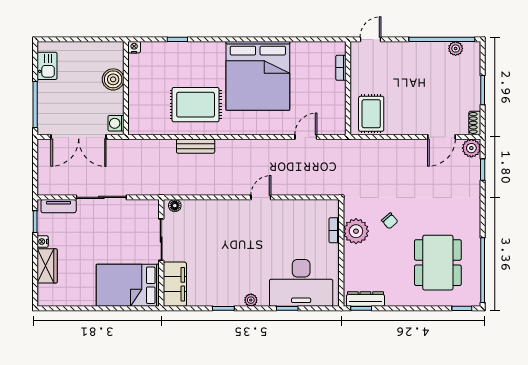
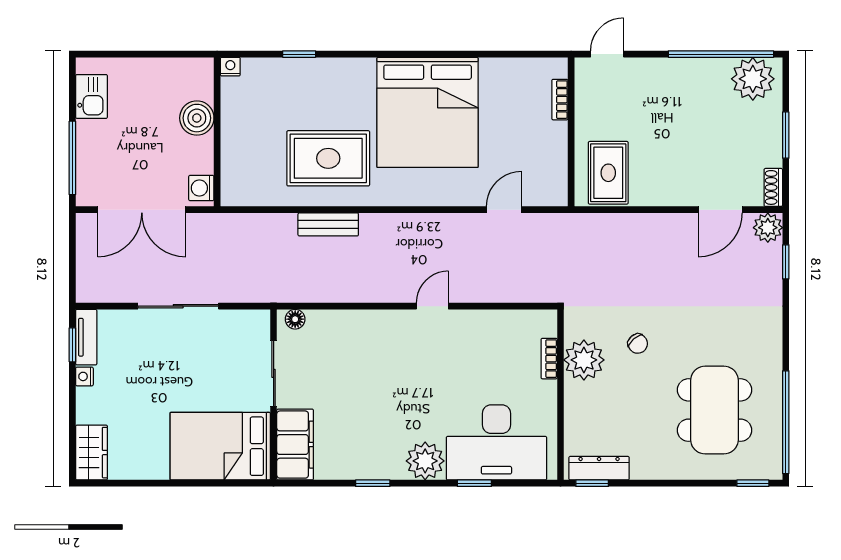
plant: (456, 48) -> (753, 79), width x1.87, depth x1.87
tv unit: (59, 206) -> (86, 337), moved, turned -90
wardrobe: (47, 266) -> (92, 453), moved
plant: (251, 300) -> (425, 461), width x1.87, depth x1.87

